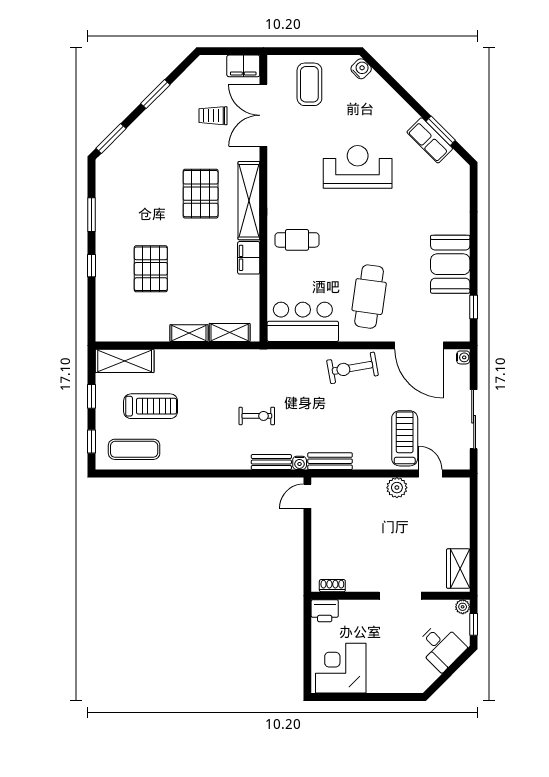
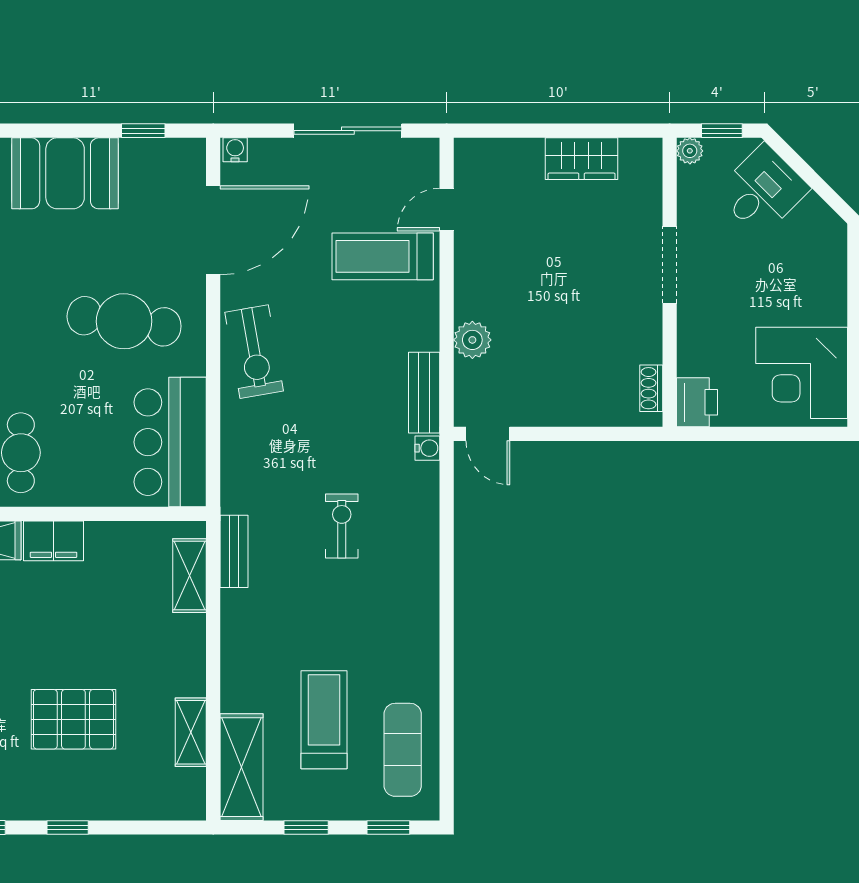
shelving: (189, 333) -> (191, 732), moved
bench: (271, 462) -> (234, 551), moved
plant: (397, 488) -> (472, 340), moved
wardrobe: (458, 569) -> (582, 159), moved

